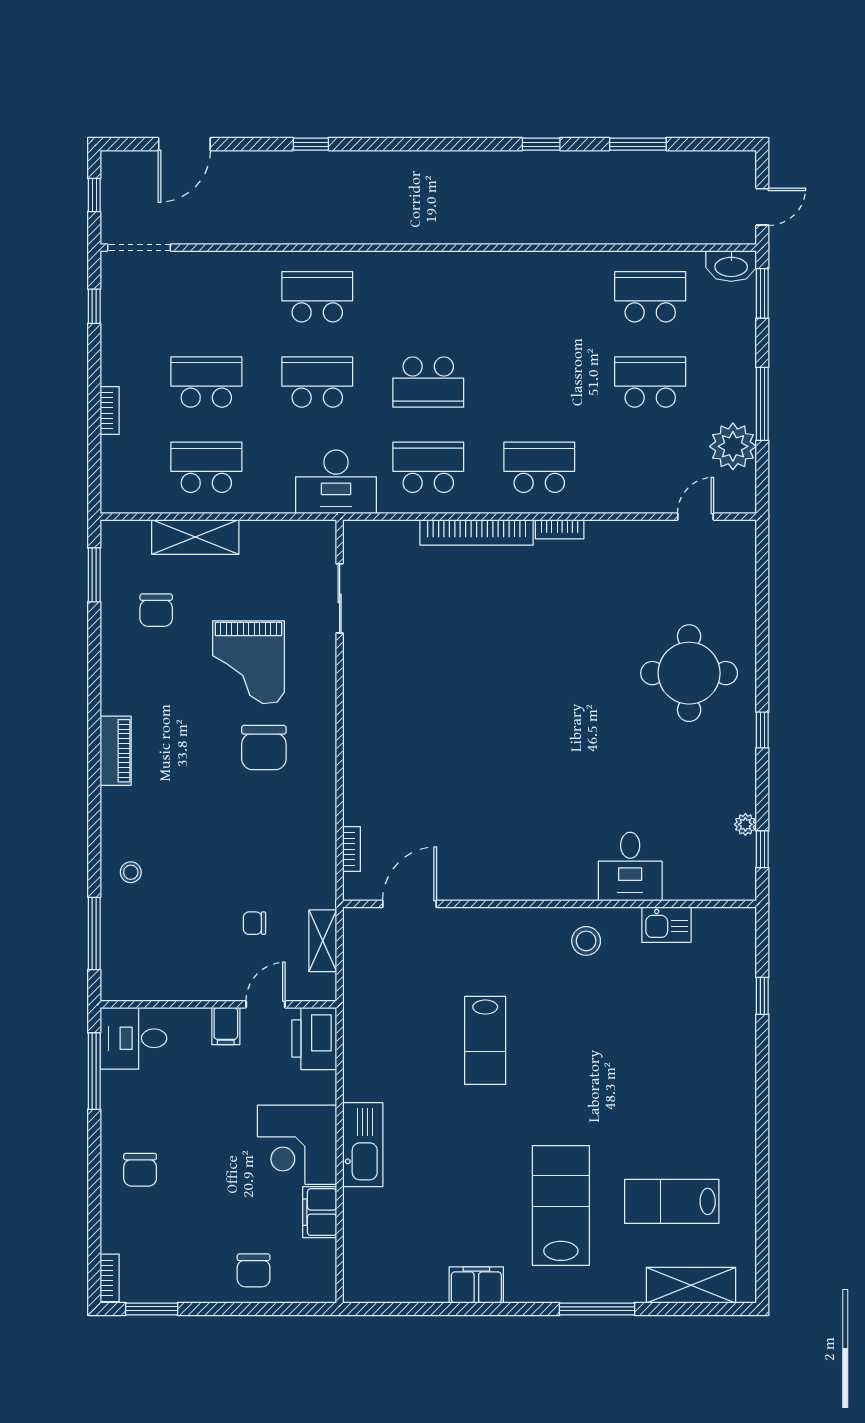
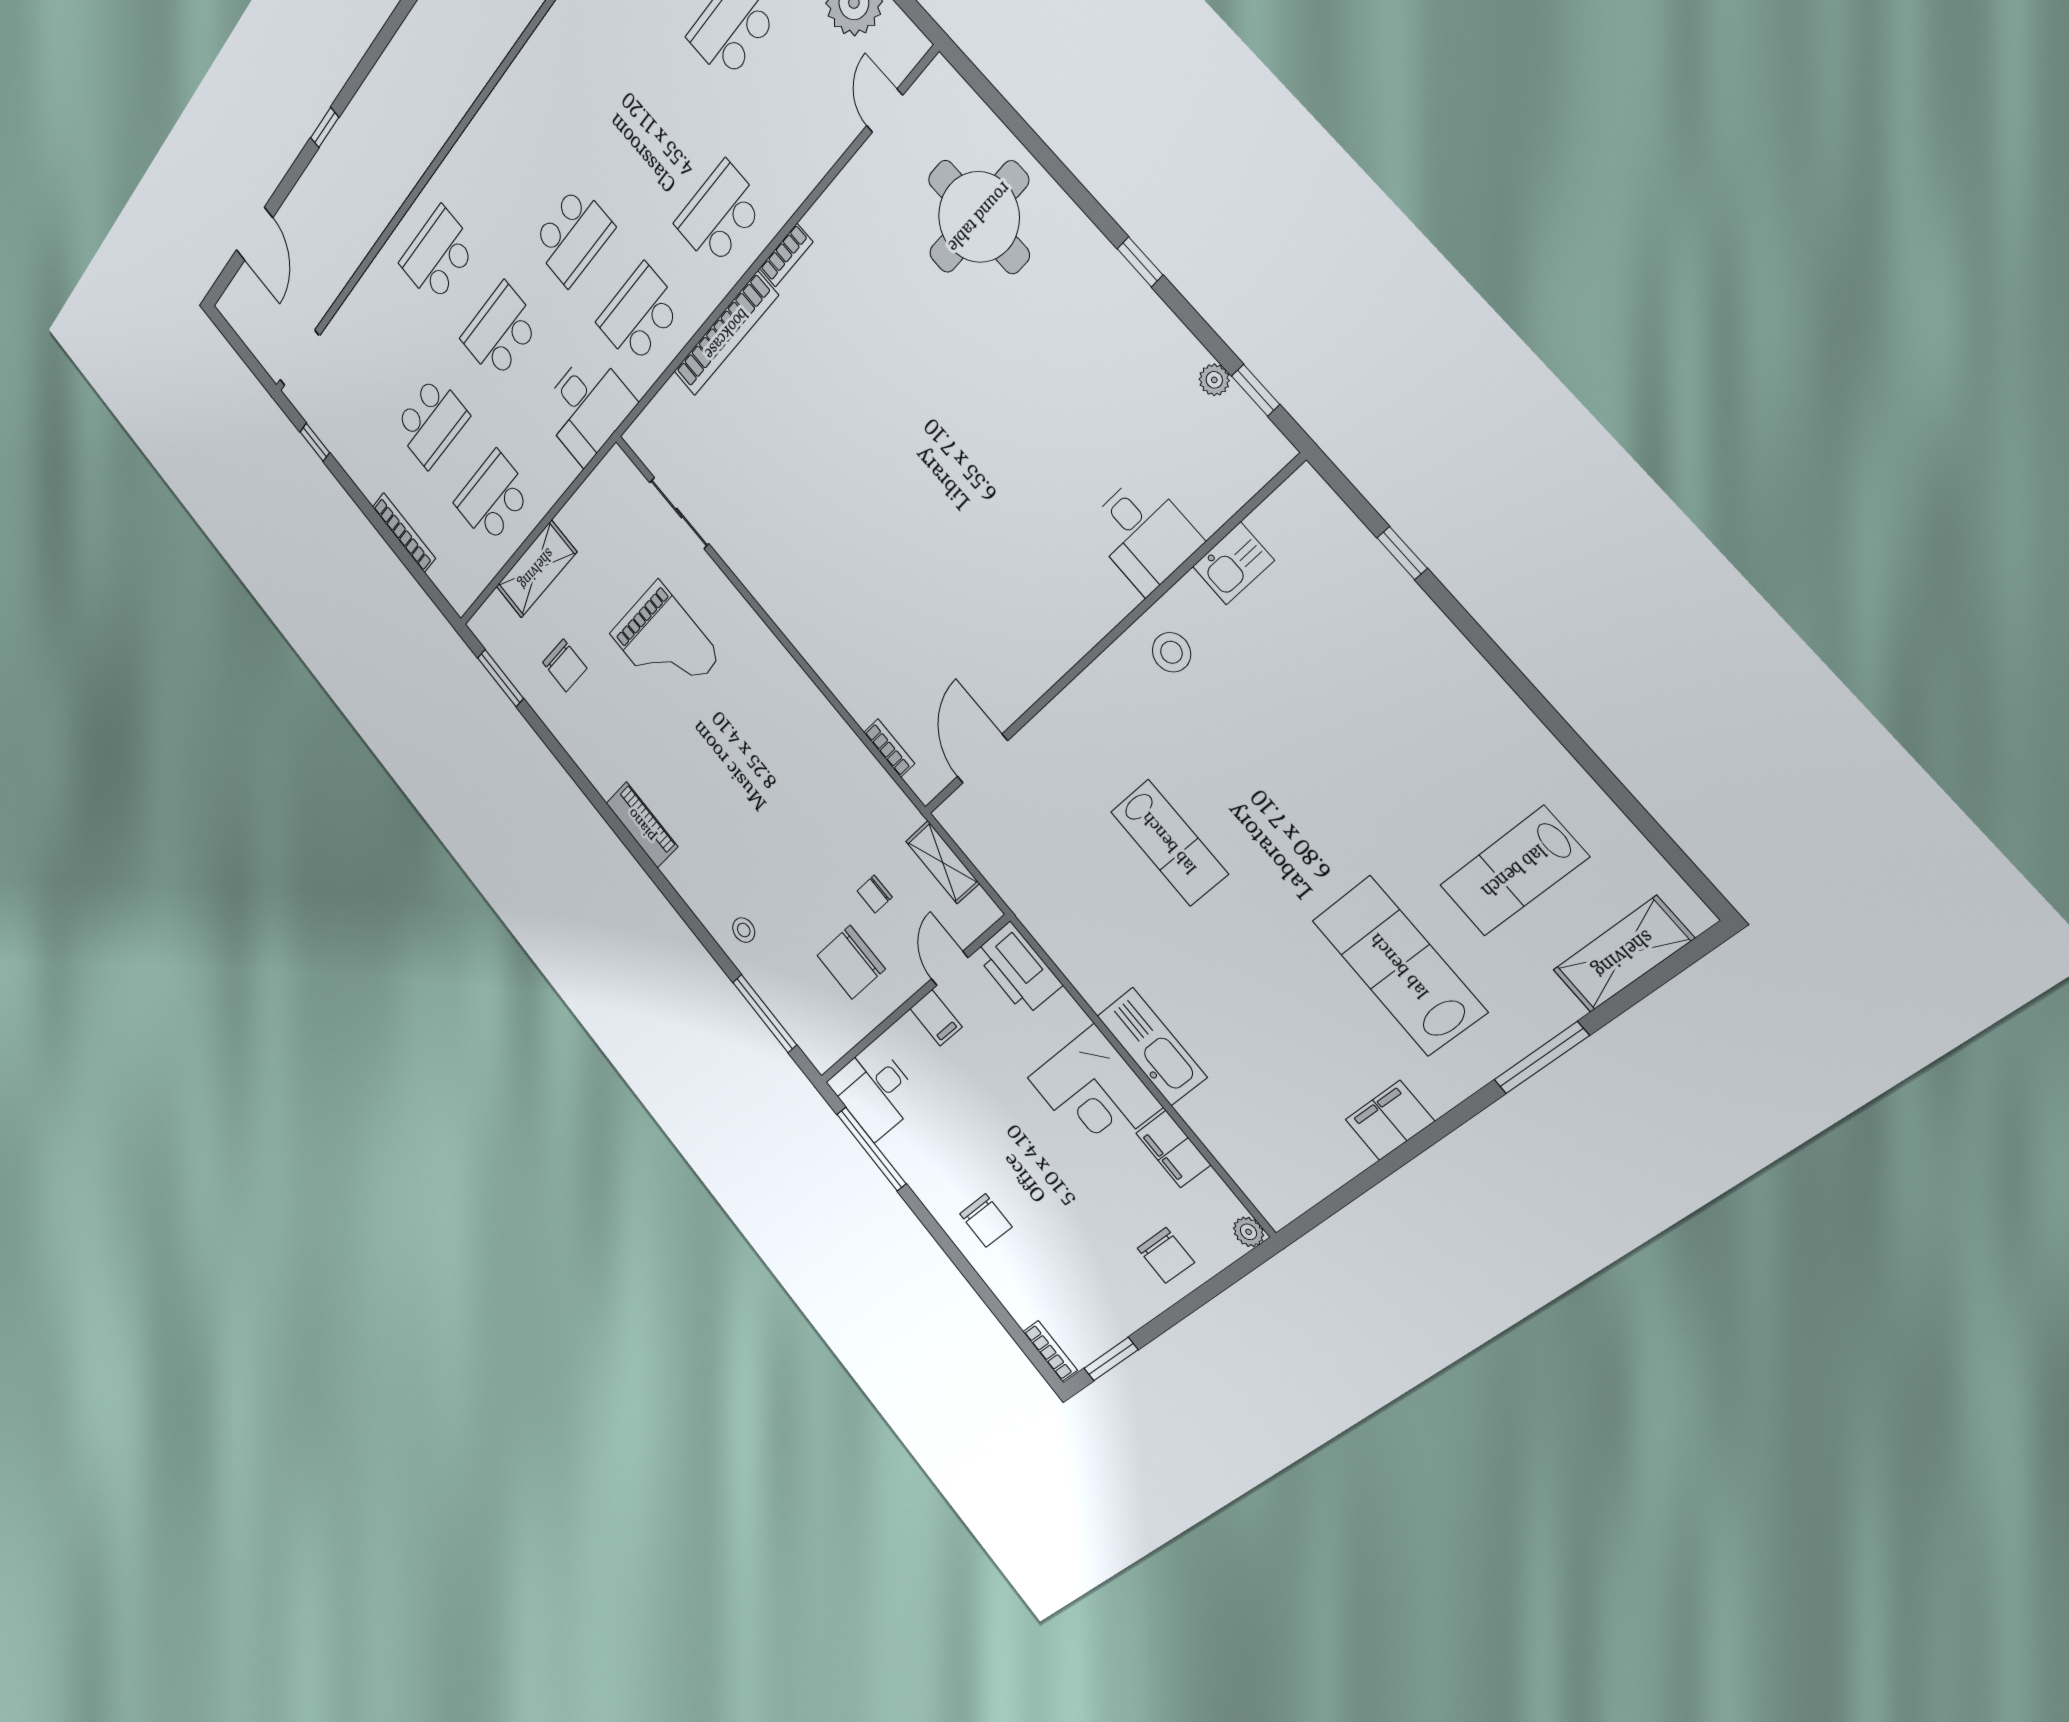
window: (94, 195) -> (241, 348), removed
school desk: (206, 382) -> (431, 422), turned 180
bookcase: (110, 410) -> (404, 533), width x1.56
round table: (689, 673) -> (979, 217), moved
chair: (264, 747) -> (851, 962), moved, turned 90
plant: (325, 1291) -> (1249, 1232), added

